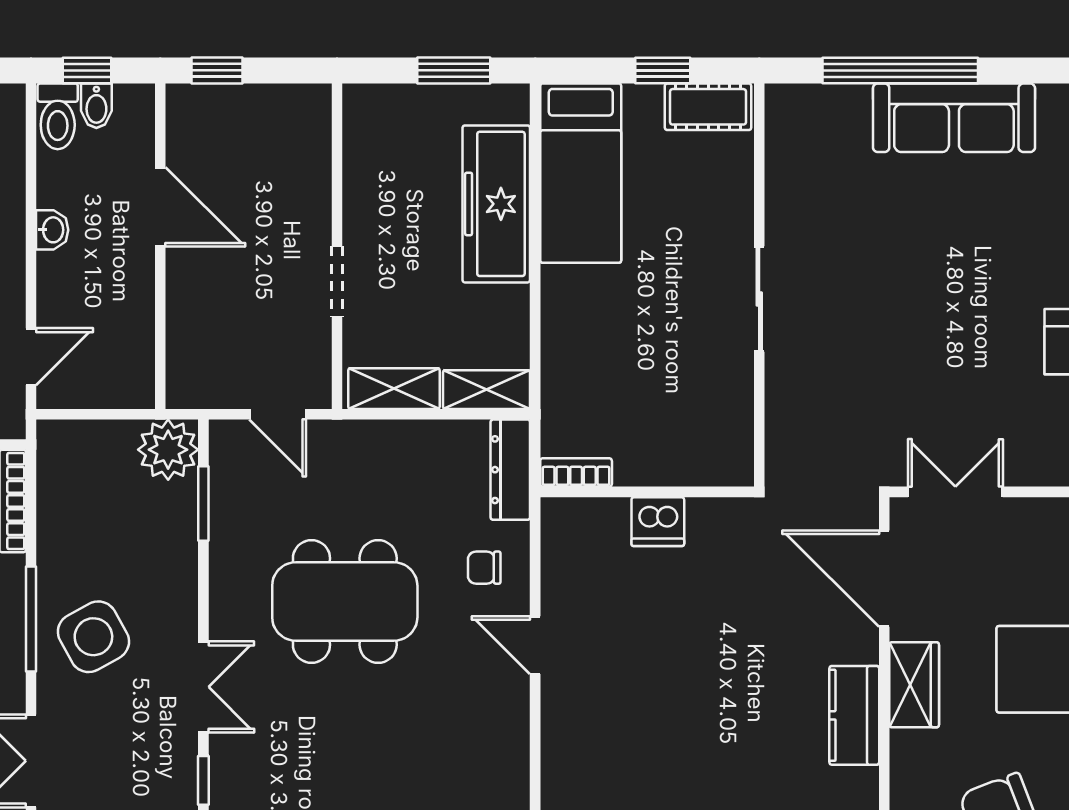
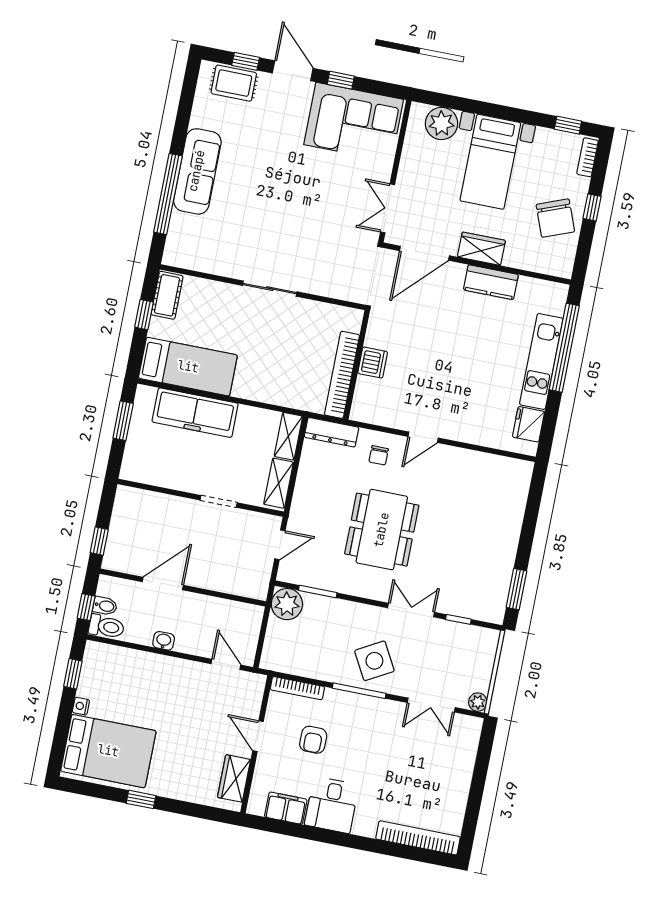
bookcase: (576, 472) -> (342, 375), width x2.31, depth x1.31

